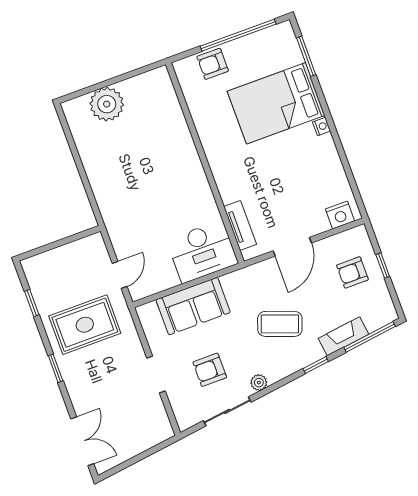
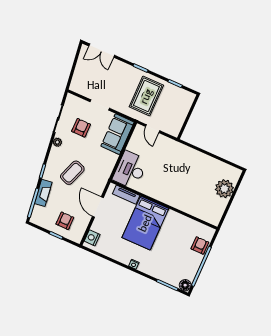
floor lamp: (283, 32) -> (185, 285), added
bed: (276, 103) -> (145, 223), moved, turned 180
sofa: (193, 306) -> (117, 134), moved

